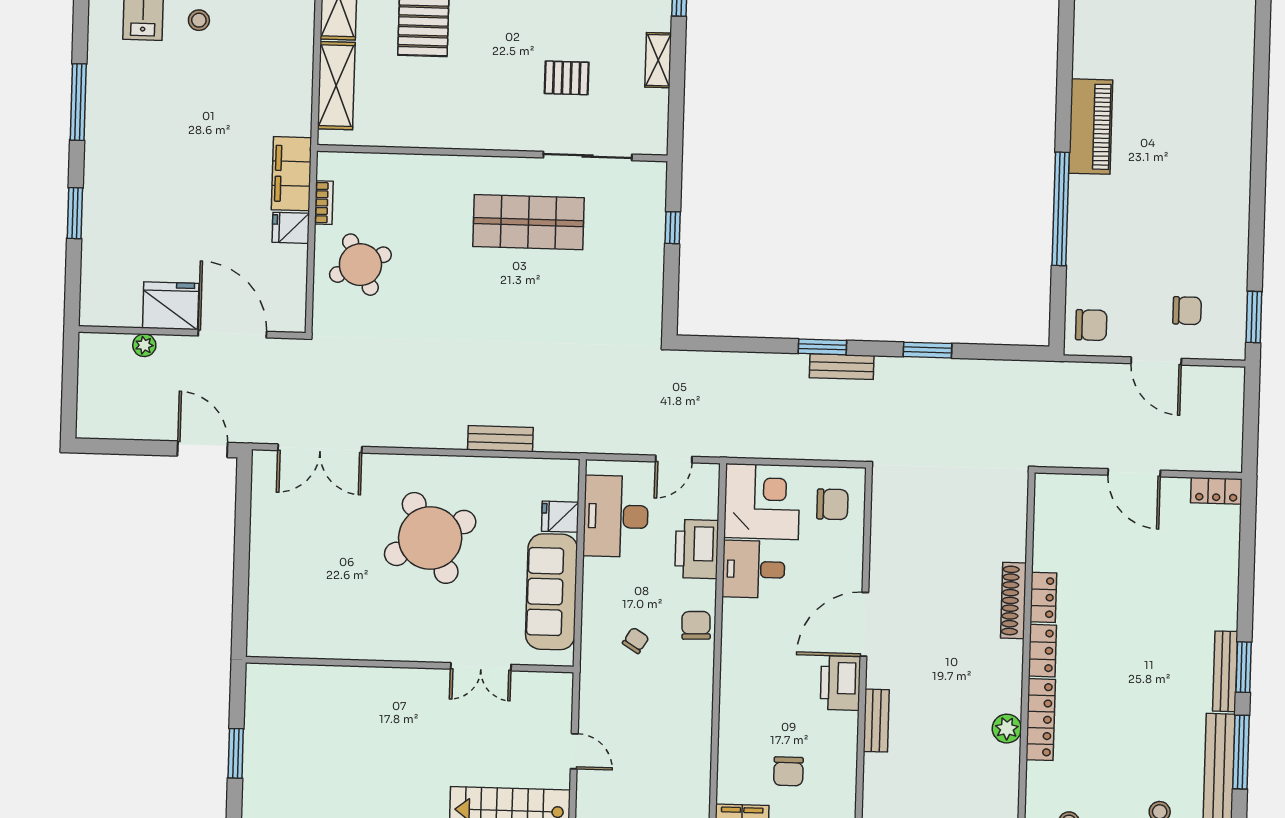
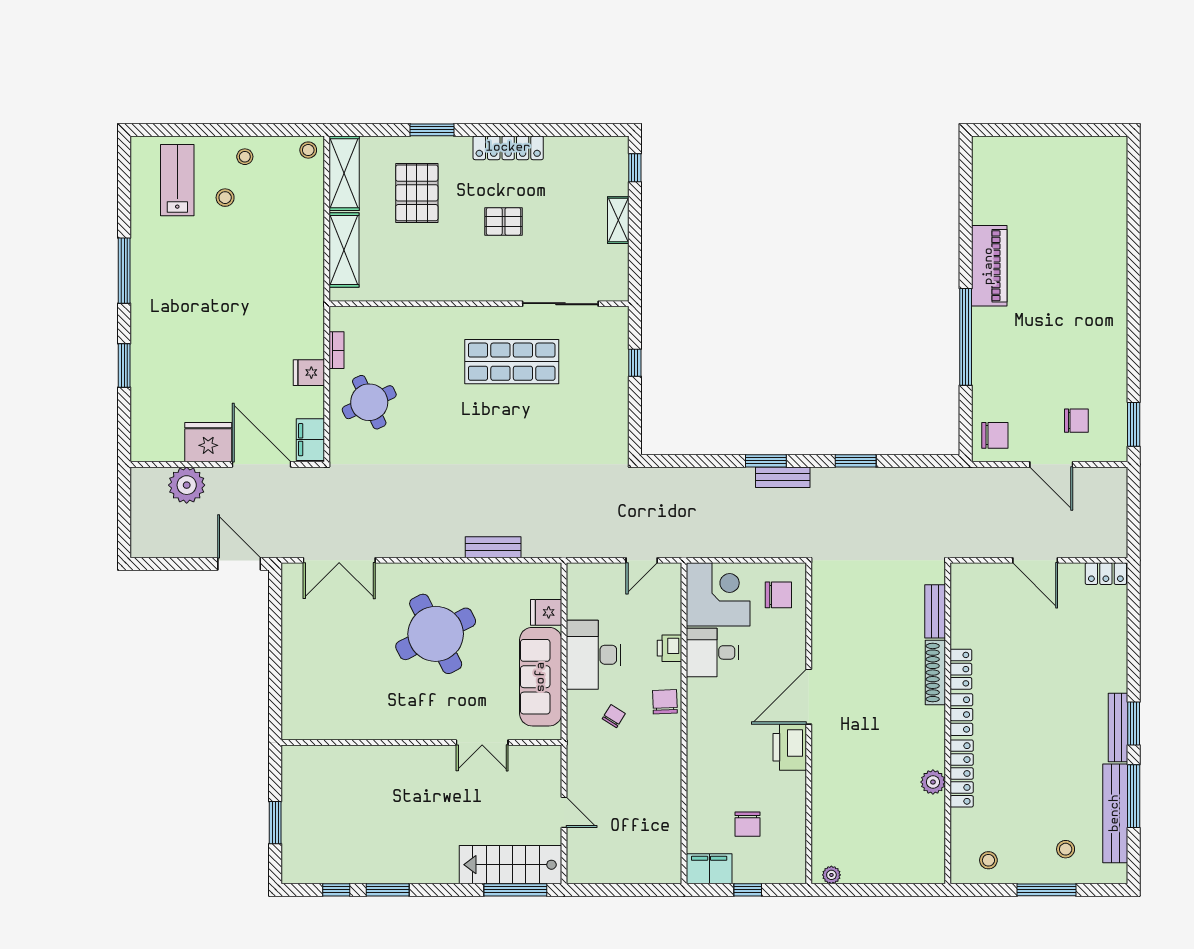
pallet: (567, 78) -> (504, 221), moved
filing cabinet: (291, 174) -> (310, 440), moved, width x0.67, depth x0.86
plant: (144, 345) -> (187, 485), width x1.88, depth x1.88
desk: (616, 516) -> (594, 655), moved
printer: (697, 549) -> (669, 648), width x0.53, depth x0.68
bench: (876, 721) -> (935, 611), moved

